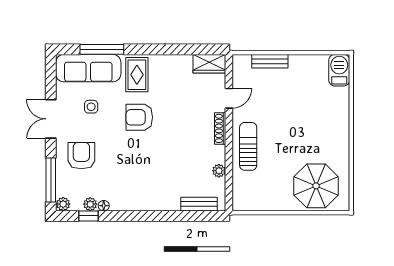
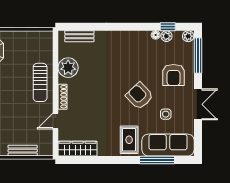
wardrobe: (209, 64) -> (78, 149), width x1.50
armchair: (139, 117) -> (140, 96), moved, turned -134
plant: (219, 171) -> (68, 68), width x1.88, depth x1.88

